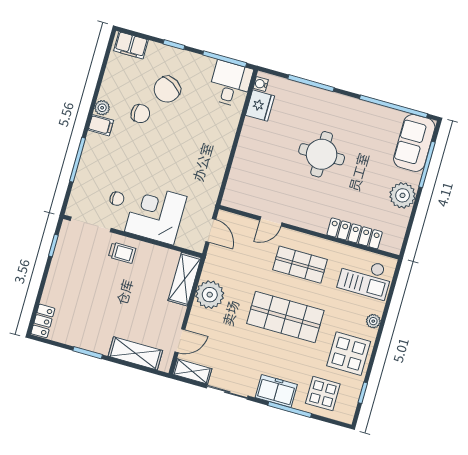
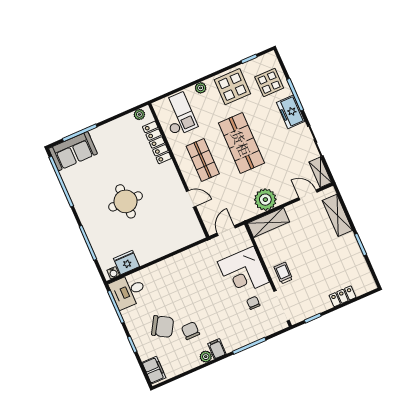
plant: (403, 195) -> (139, 114), moved, width x0.53, depth x0.53
locker: (43, 321) -> (342, 296), moved

